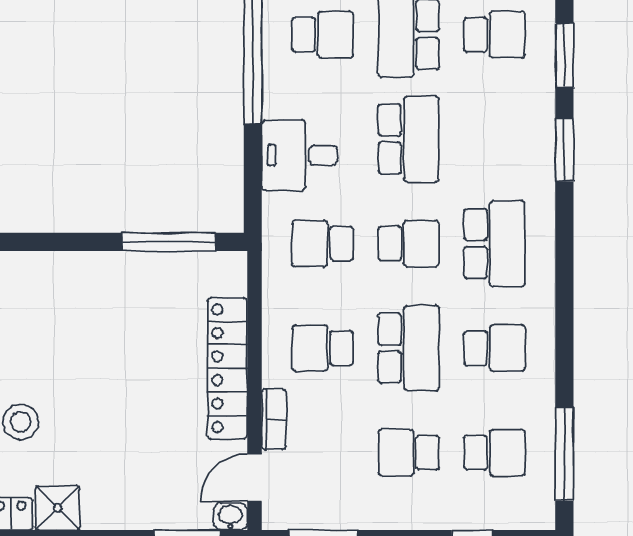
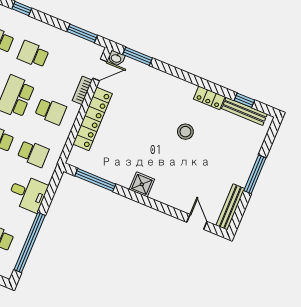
school desk: (409, 453) -> (33, 54), turned 180
shower: (58, 508) -> (142, 184), moved

